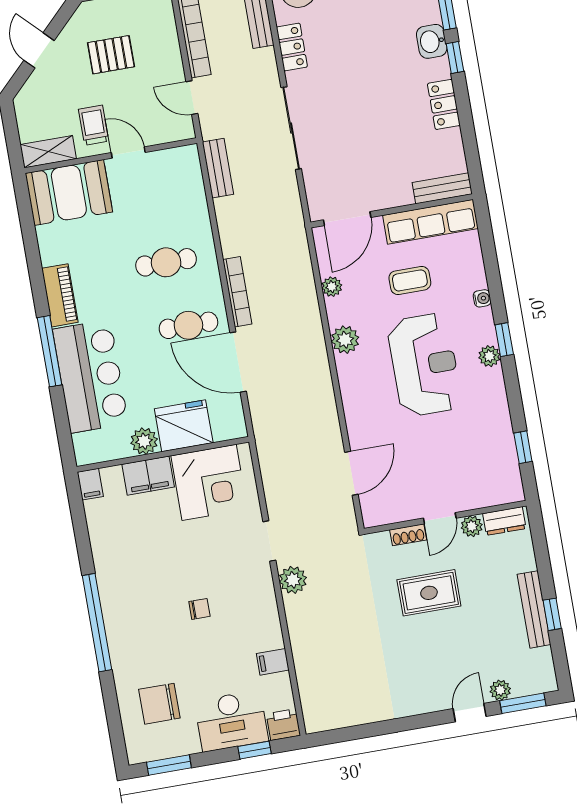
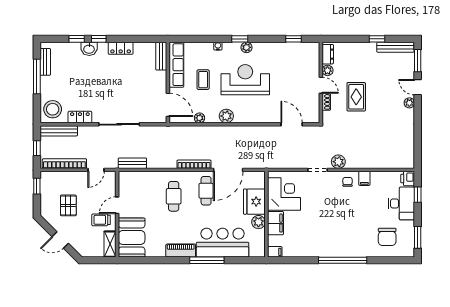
chair: (199, 609) -> (347, 182), moved
bench: (534, 609) -> (395, 47), moved
filing cabinet: (273, 662) -> (364, 178), moved
plant: (500, 690) -> (409, 103), moved

